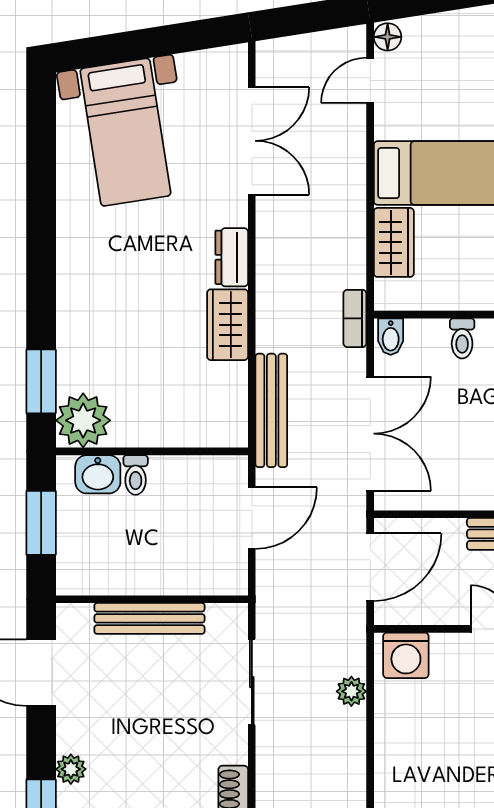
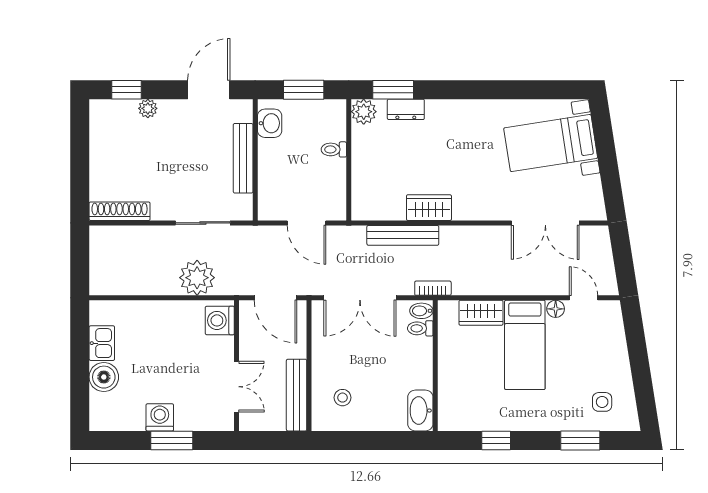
floor lamp: (388, 37) -> (556, 309), moved
dresser: (232, 257) -> (406, 109), moved, turned 180
toilet: (462, 338) -> (420, 328), moved
bench: (271, 410) -> (403, 235), moved
plant: (83, 420) -> (364, 112), width x0.73, depth x0.73
washbasin: (98, 474) -> (270, 123), moved, turned 180
plant: (351, 691) -> (197, 278), width x1.88, depth x1.88

